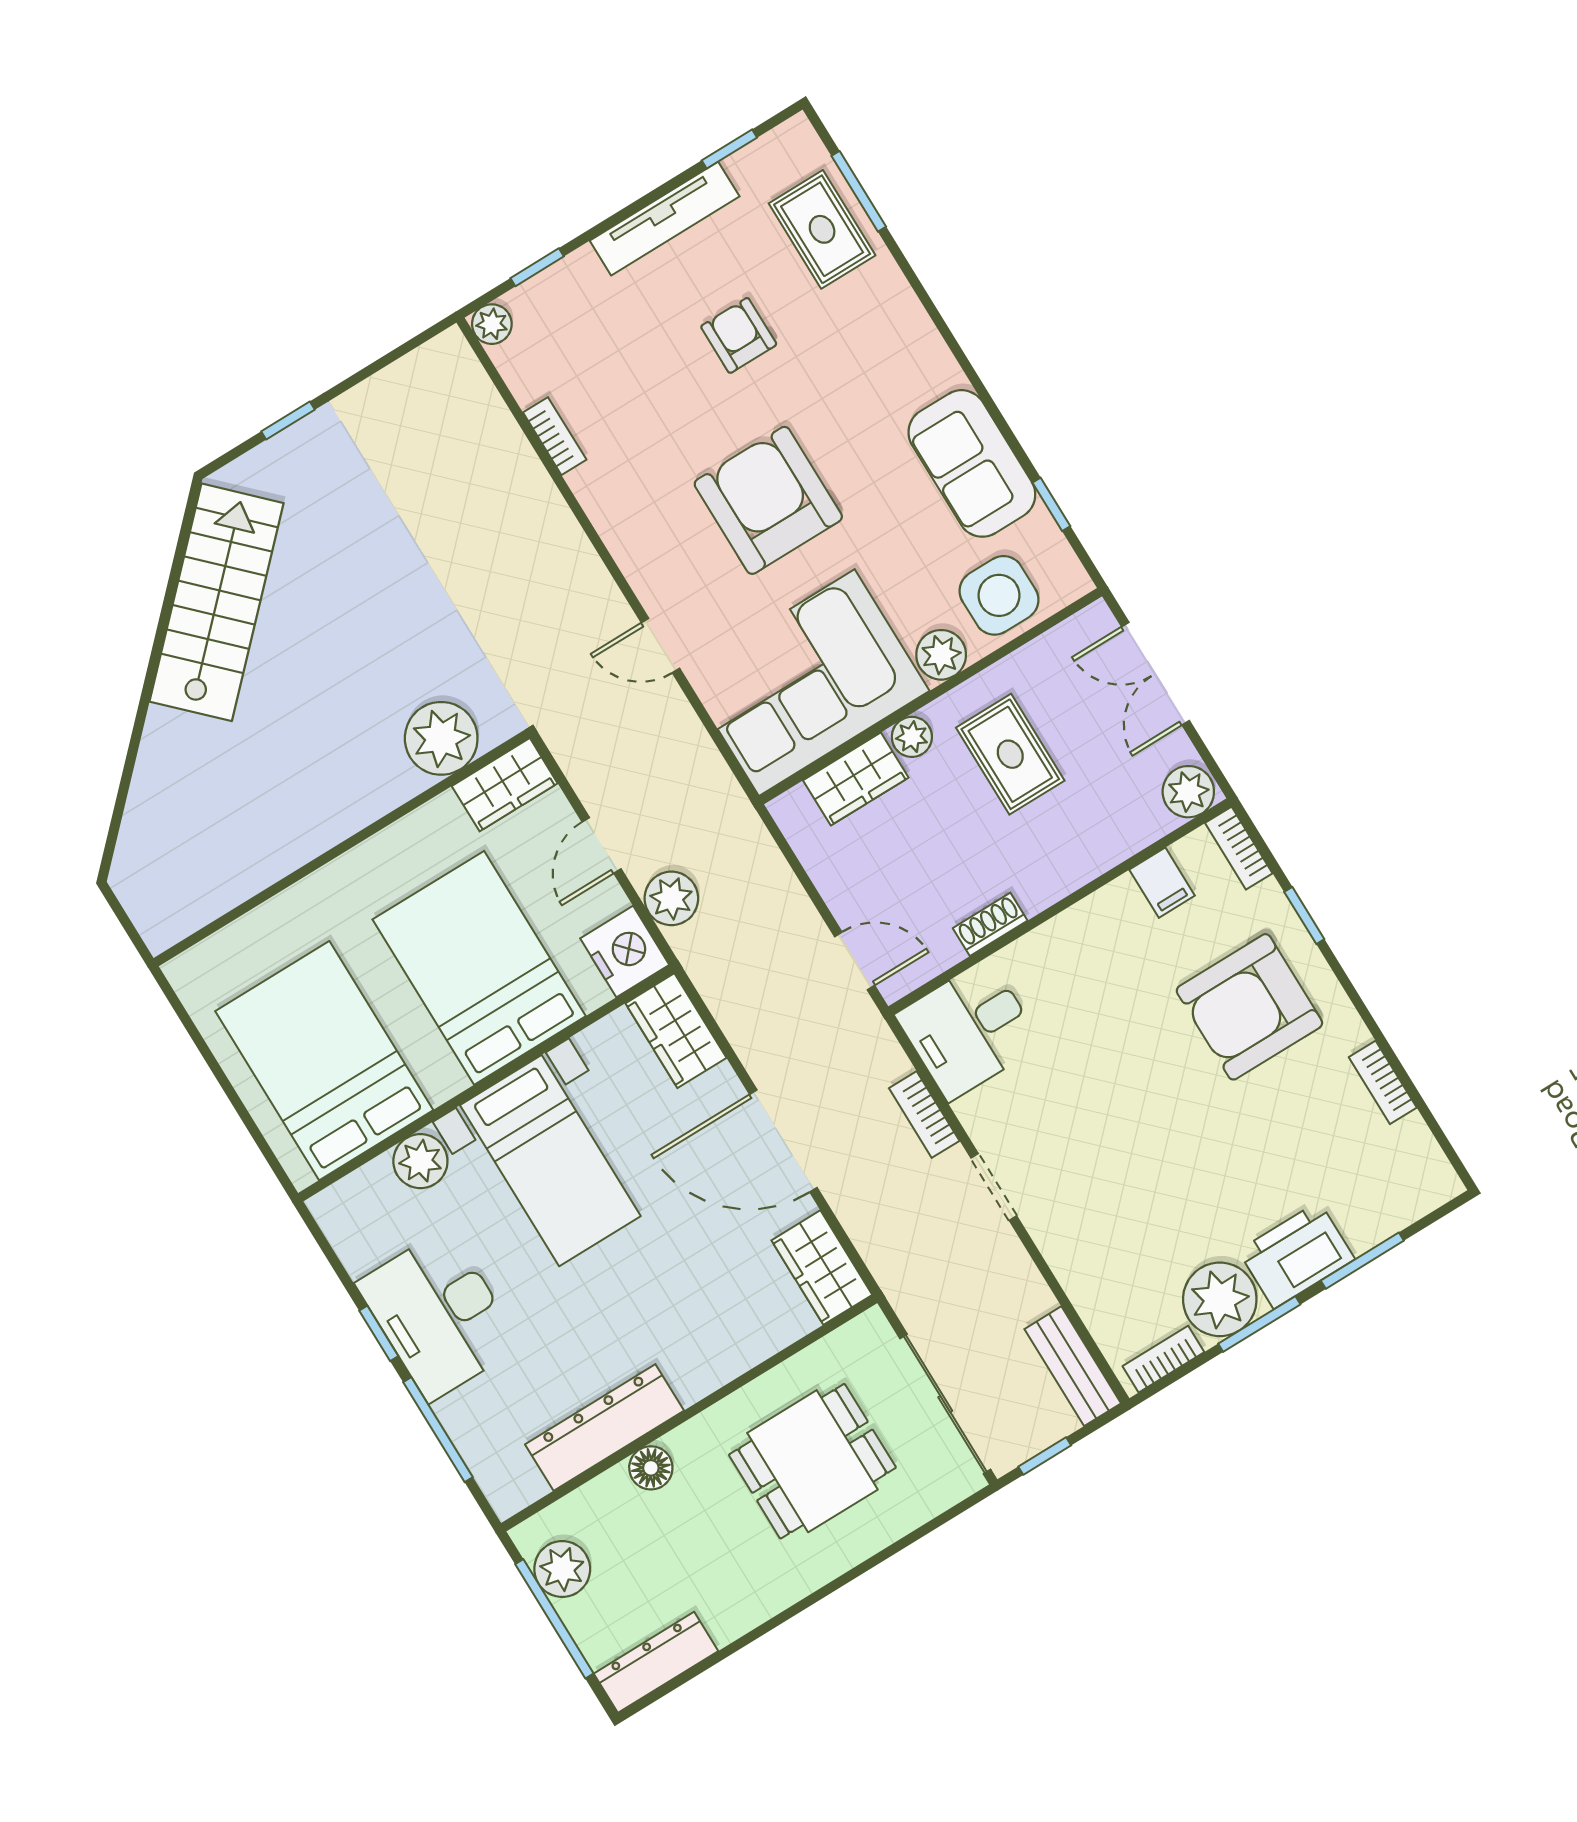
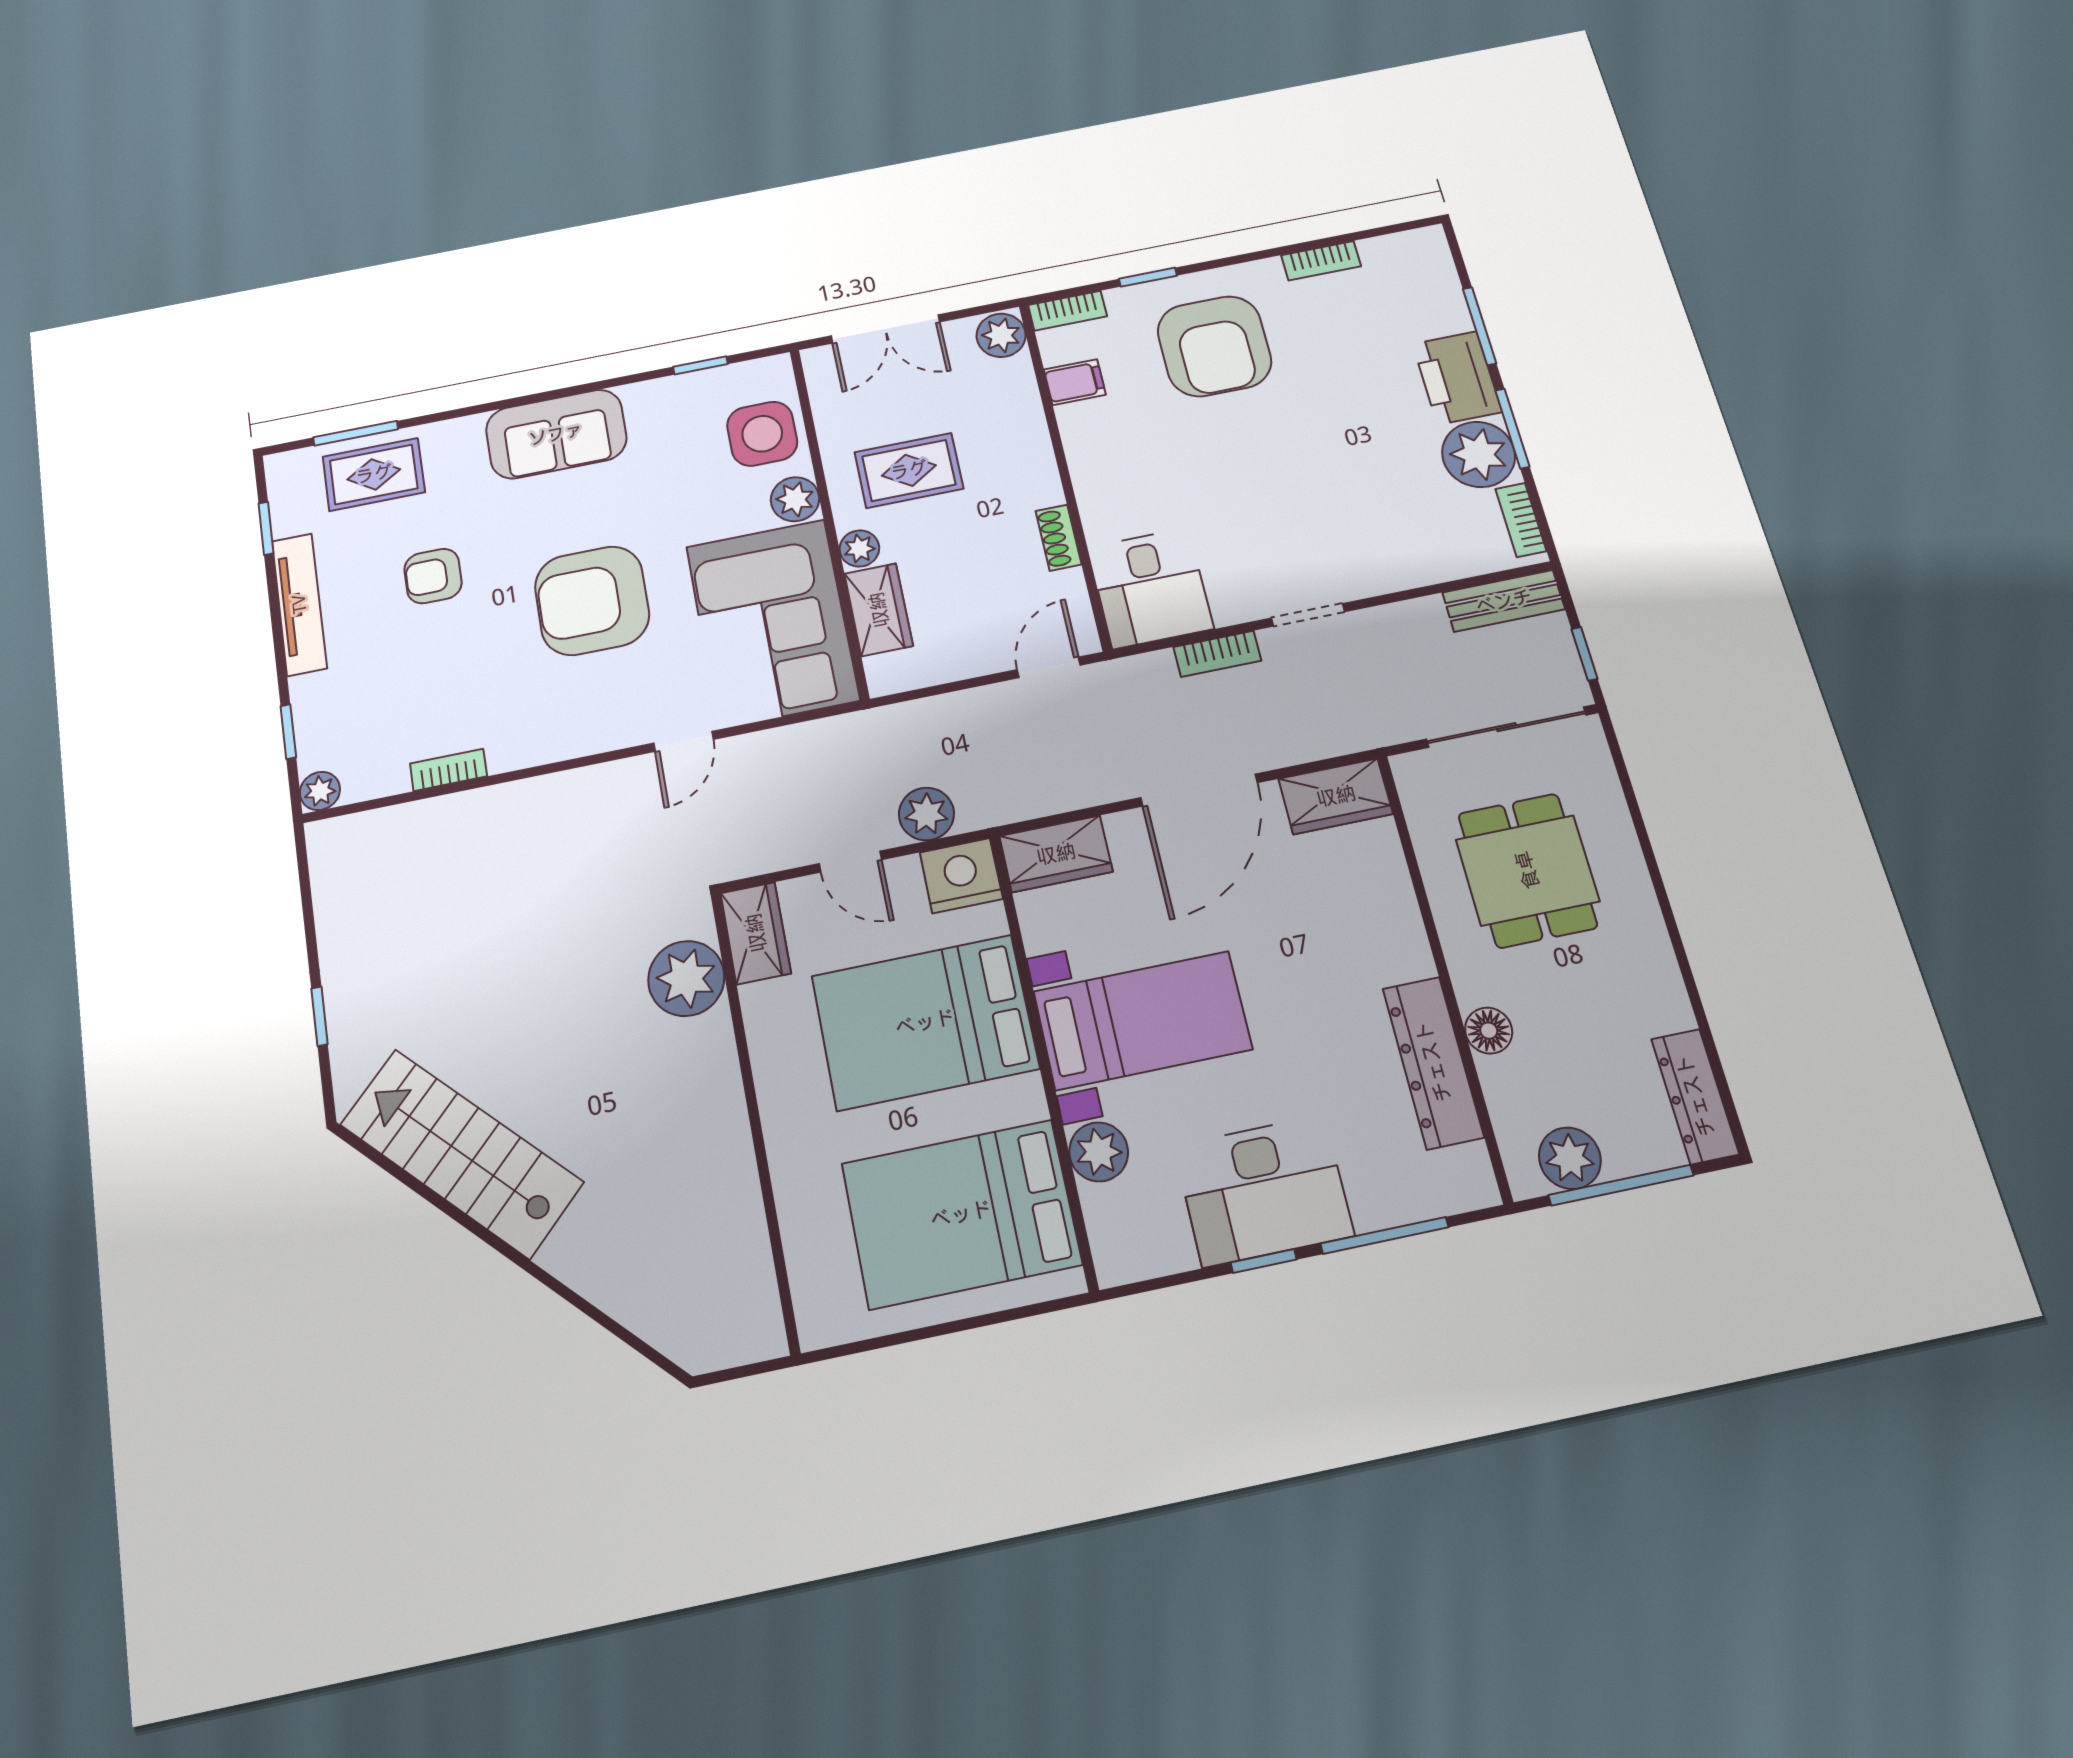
sofa: (972, 463) -> (556, 434), moved

